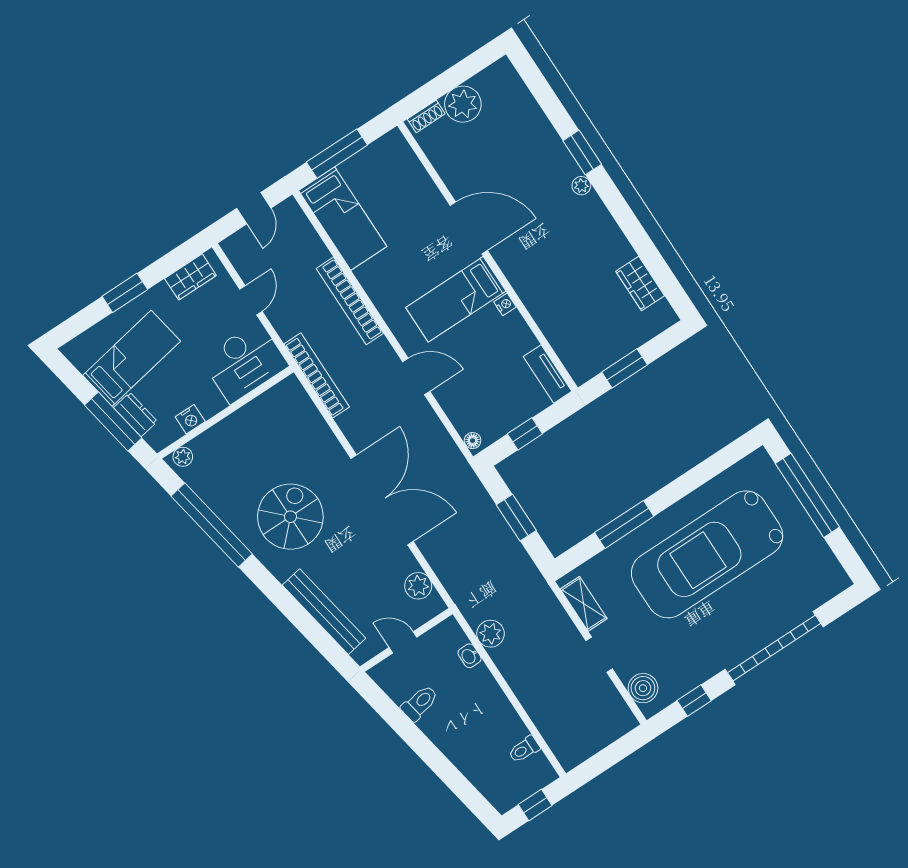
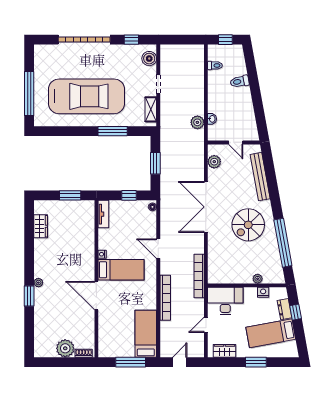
window: (113, 421) -> (296, 312), width x0.46
plant: (183, 457) -> (258, 279), moved
toilet: (420, 703) -> (240, 81), moved

